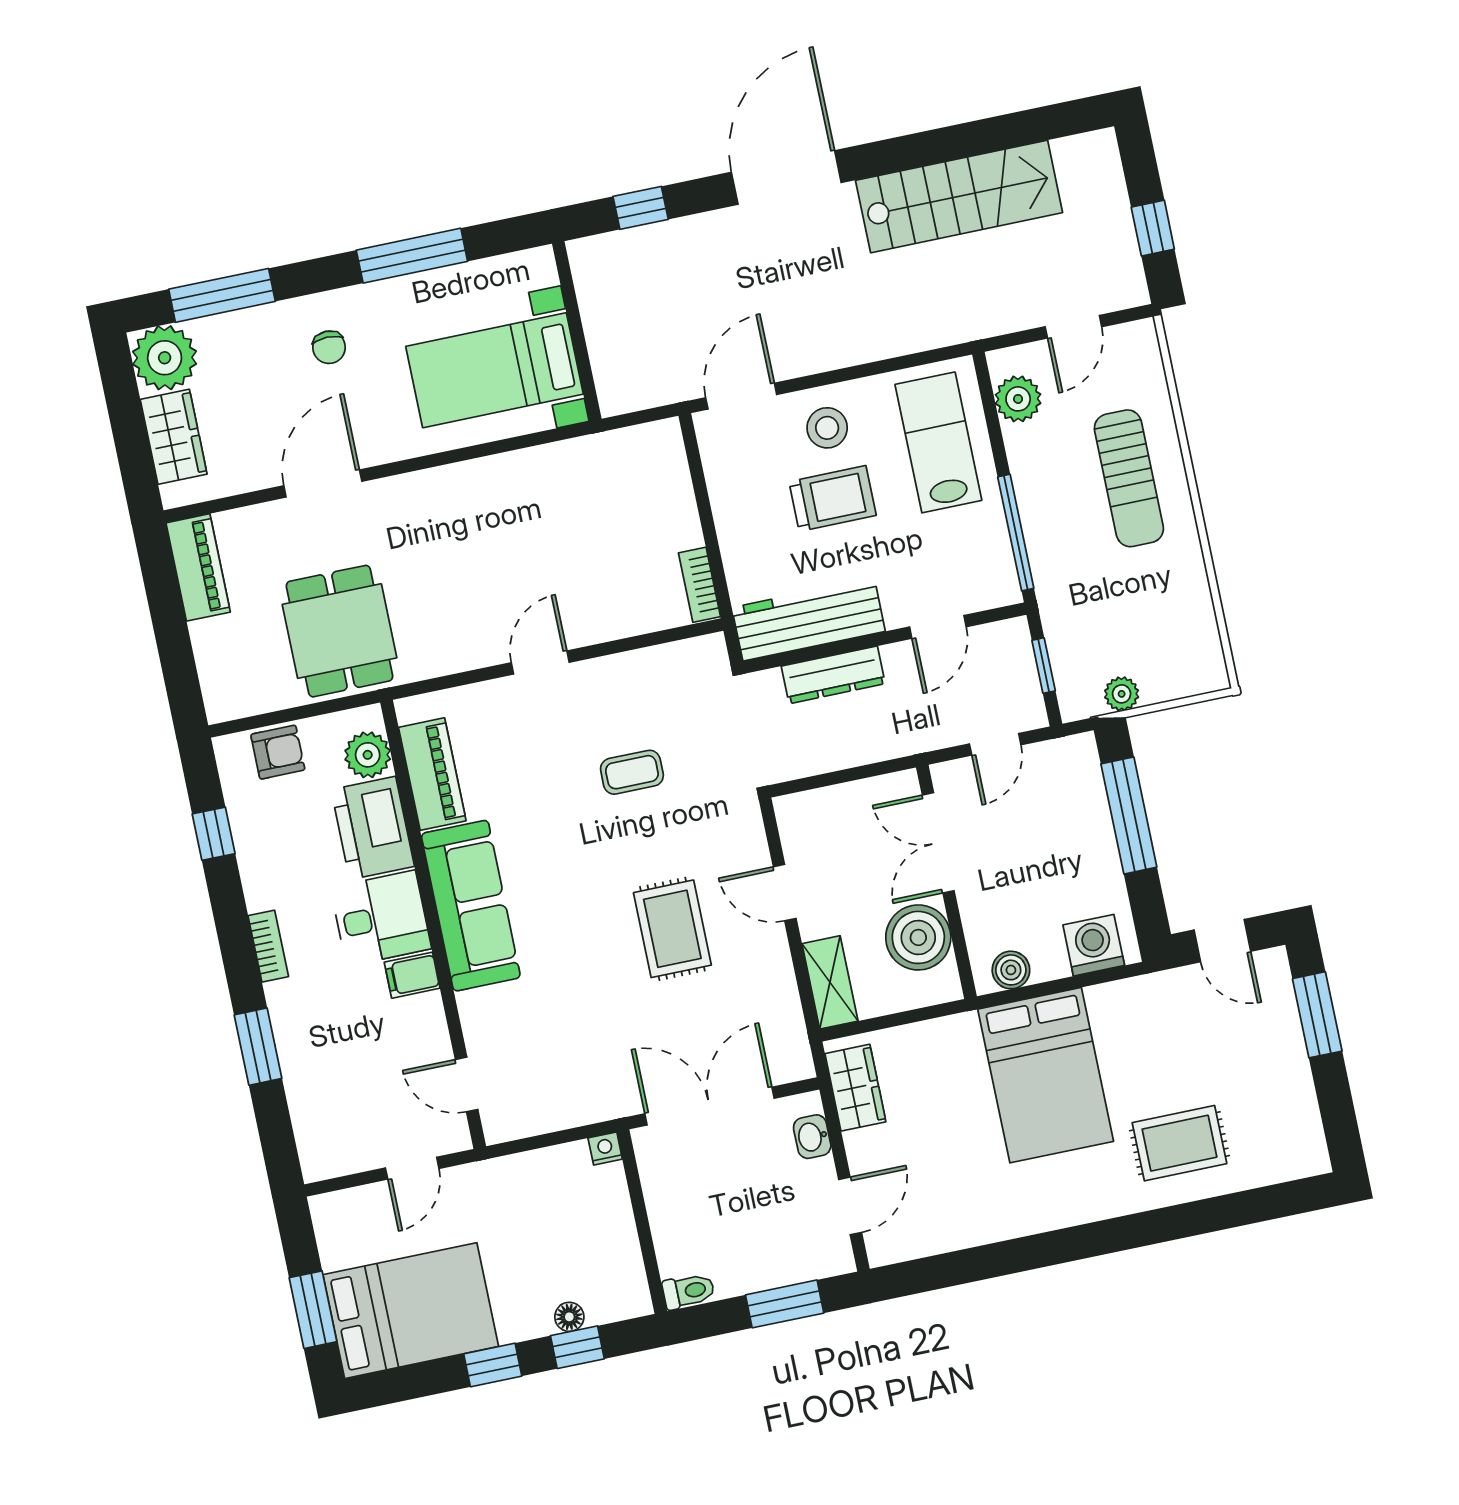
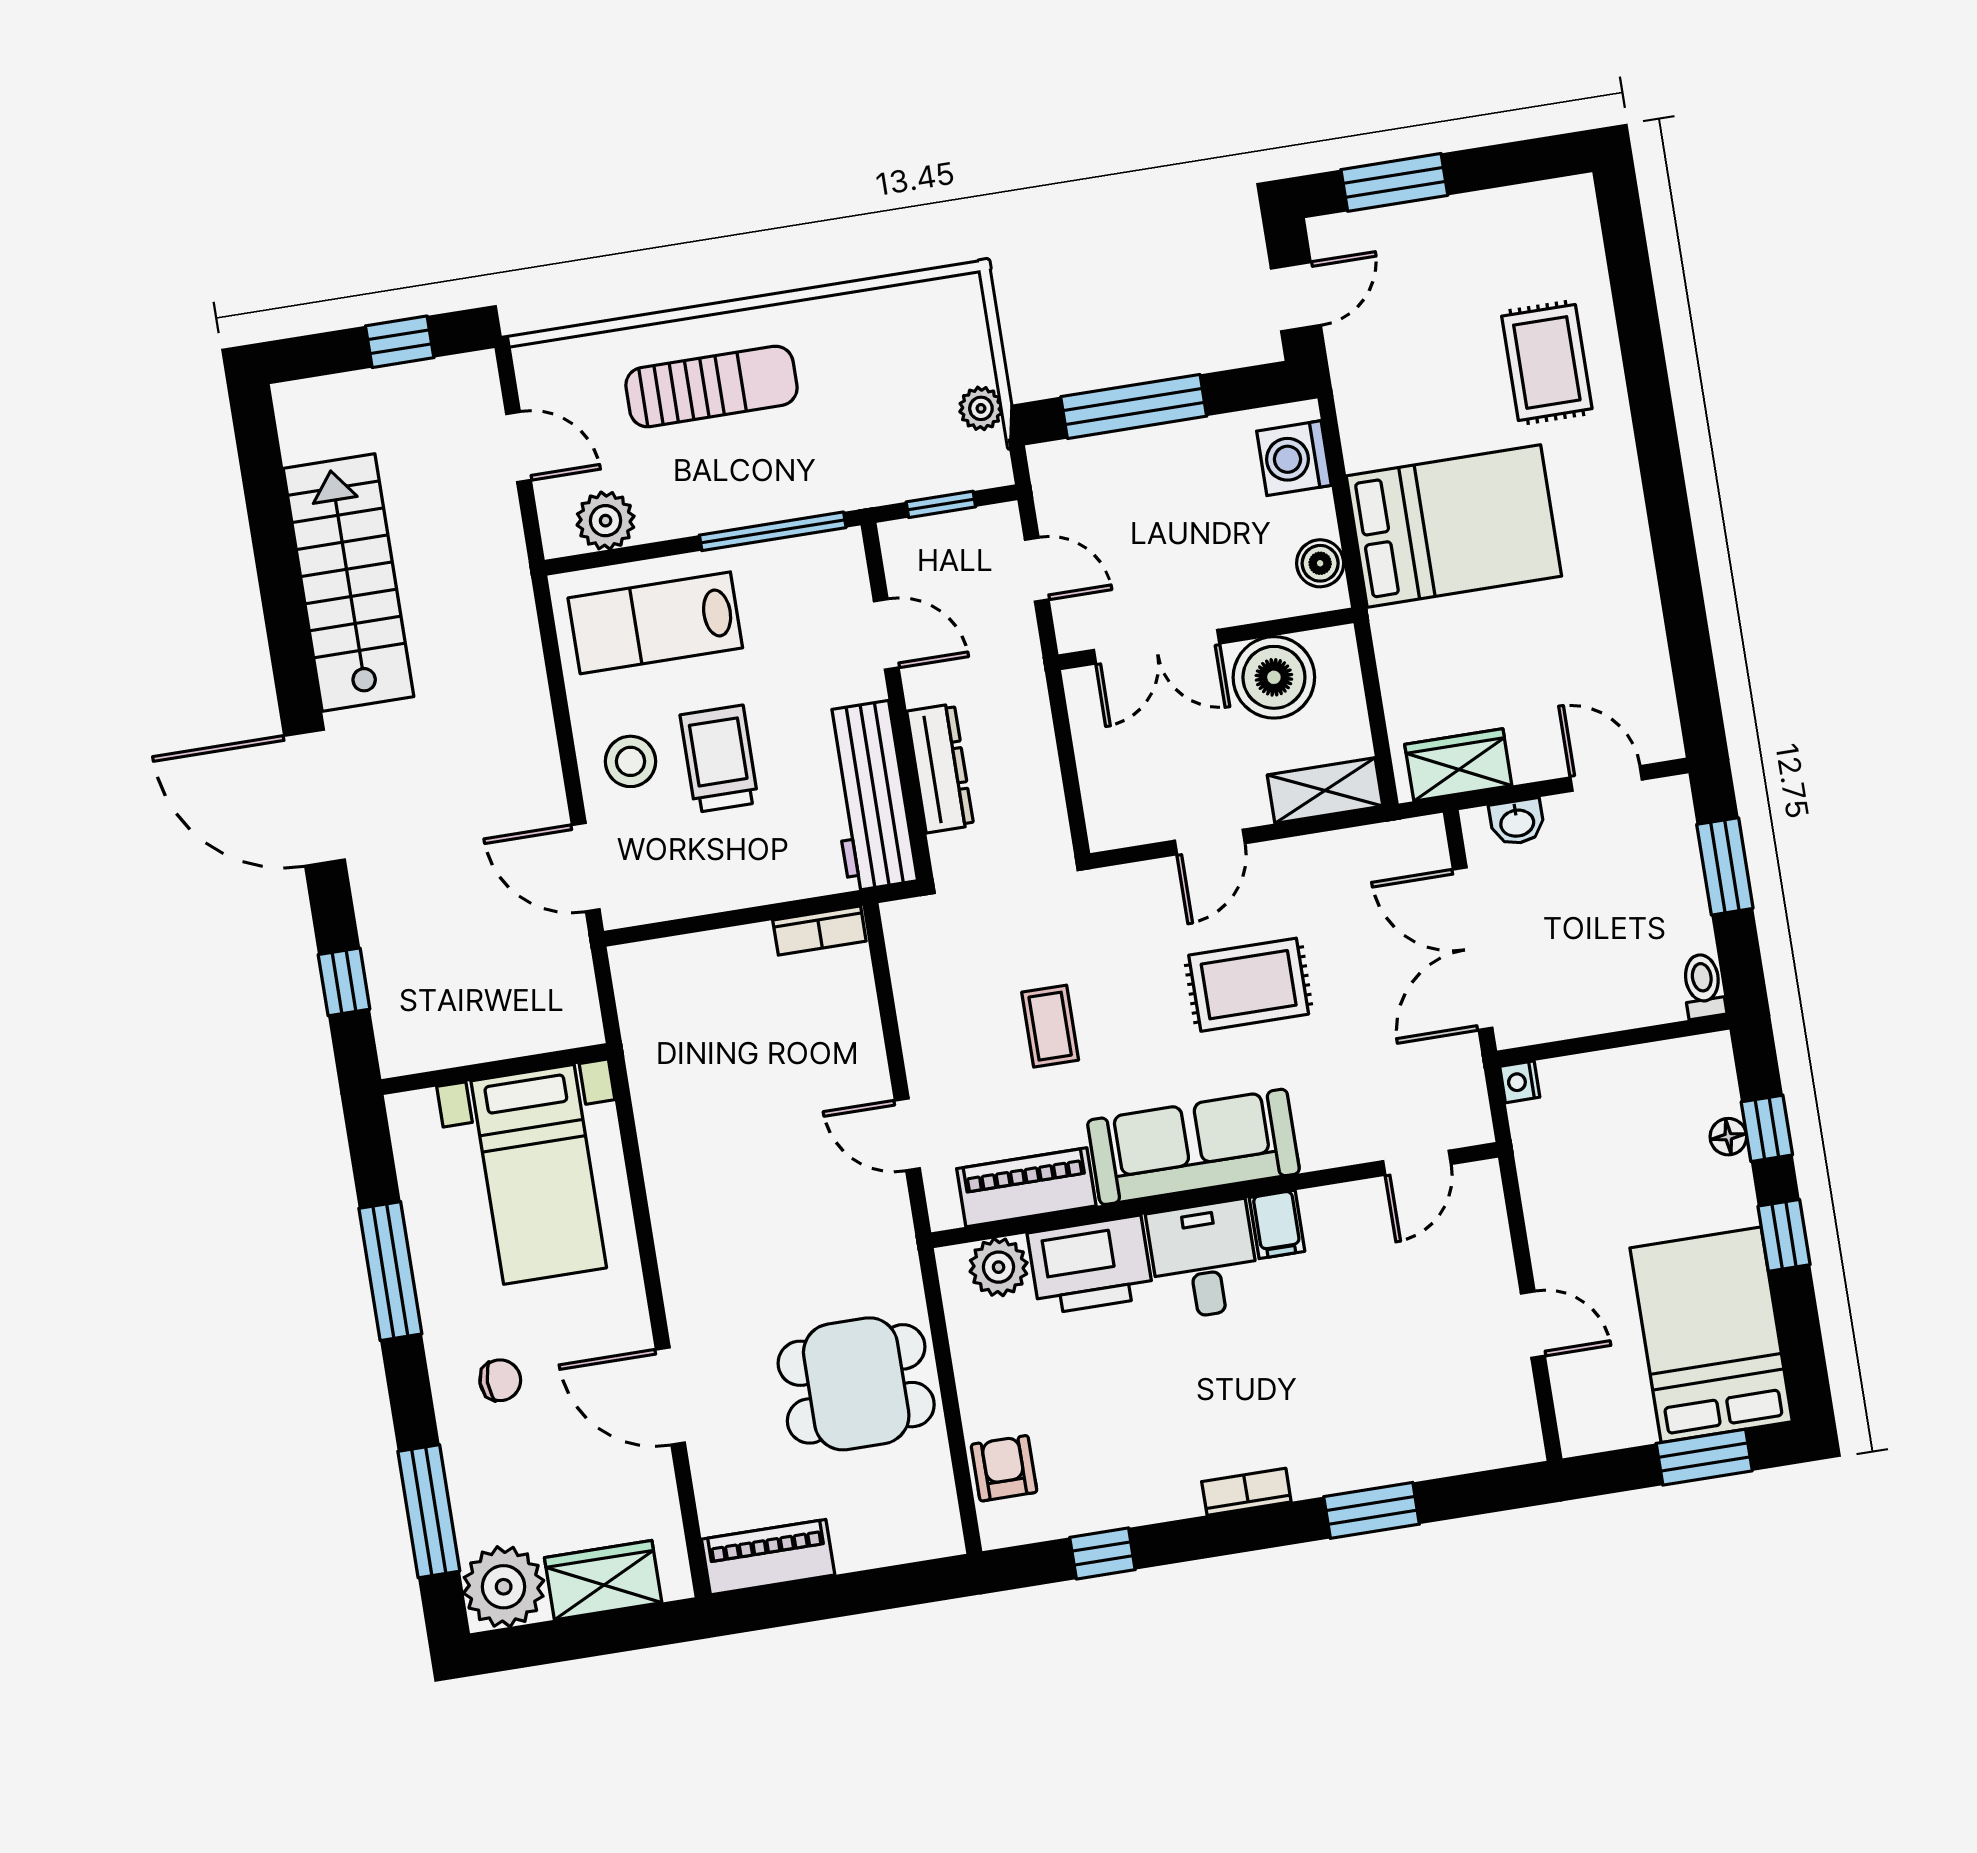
plant: (368, 755) -> (999, 1267), moved
piano: (432, 774) -> (1026, 1187), moved
printer: (373, 828) -> (1090, 1265), moved
sofa: (471, 906) -> (1193, 1147), moved
desk: (381, 918) -> (1204, 1260), moved
wall: (433, 924) -> (1215, 1195), moved
filing cabinet: (412, 975) -> (1277, 1224), moved
door: (467, 1084) -> (1417, 1163), moved

